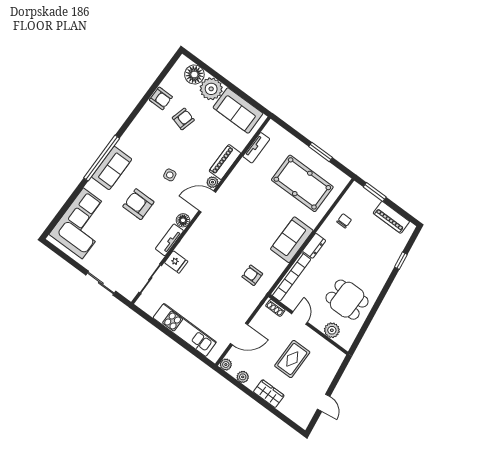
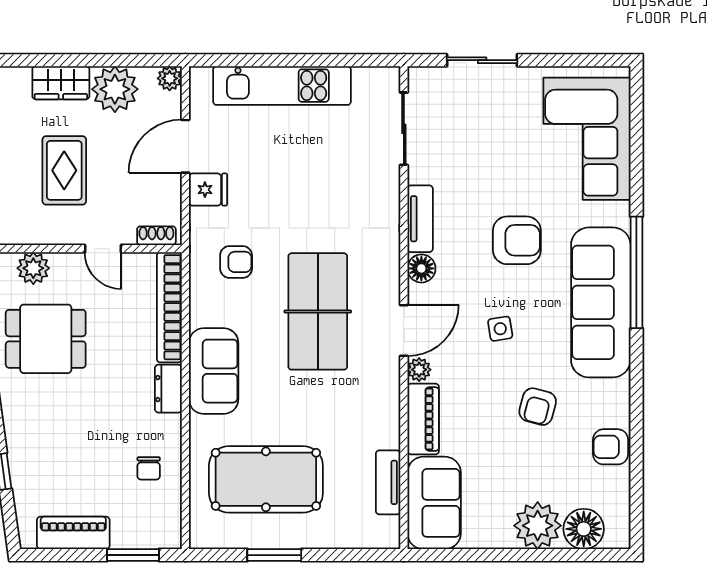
sofa: (238, 110) -> (434, 503), moved, turned 90
armchair: (183, 119) -> (538, 407), moved
sofa: (112, 168) -> (601, 302), width x1.85, depth x1.27
table tennis table: (235, 233) -> (318, 311), added
fridge: (176, 262) -> (208, 190), moved, turned 180
plant: (243, 377) -> (115, 89), width x1.87, depth x1.87

